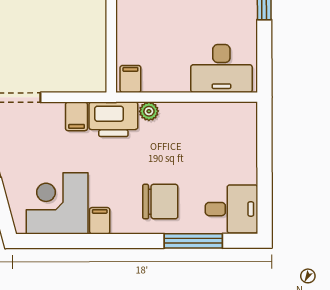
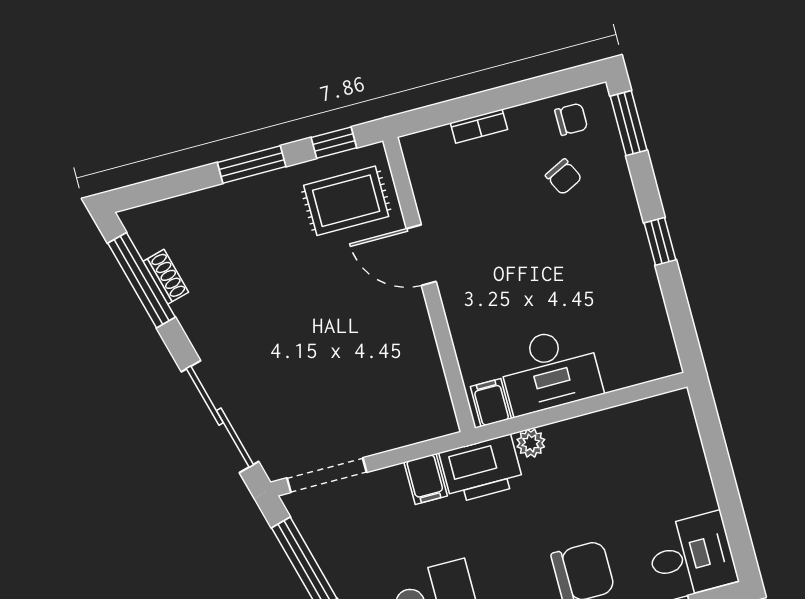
desk: (221, 68) -> (550, 370), moved

